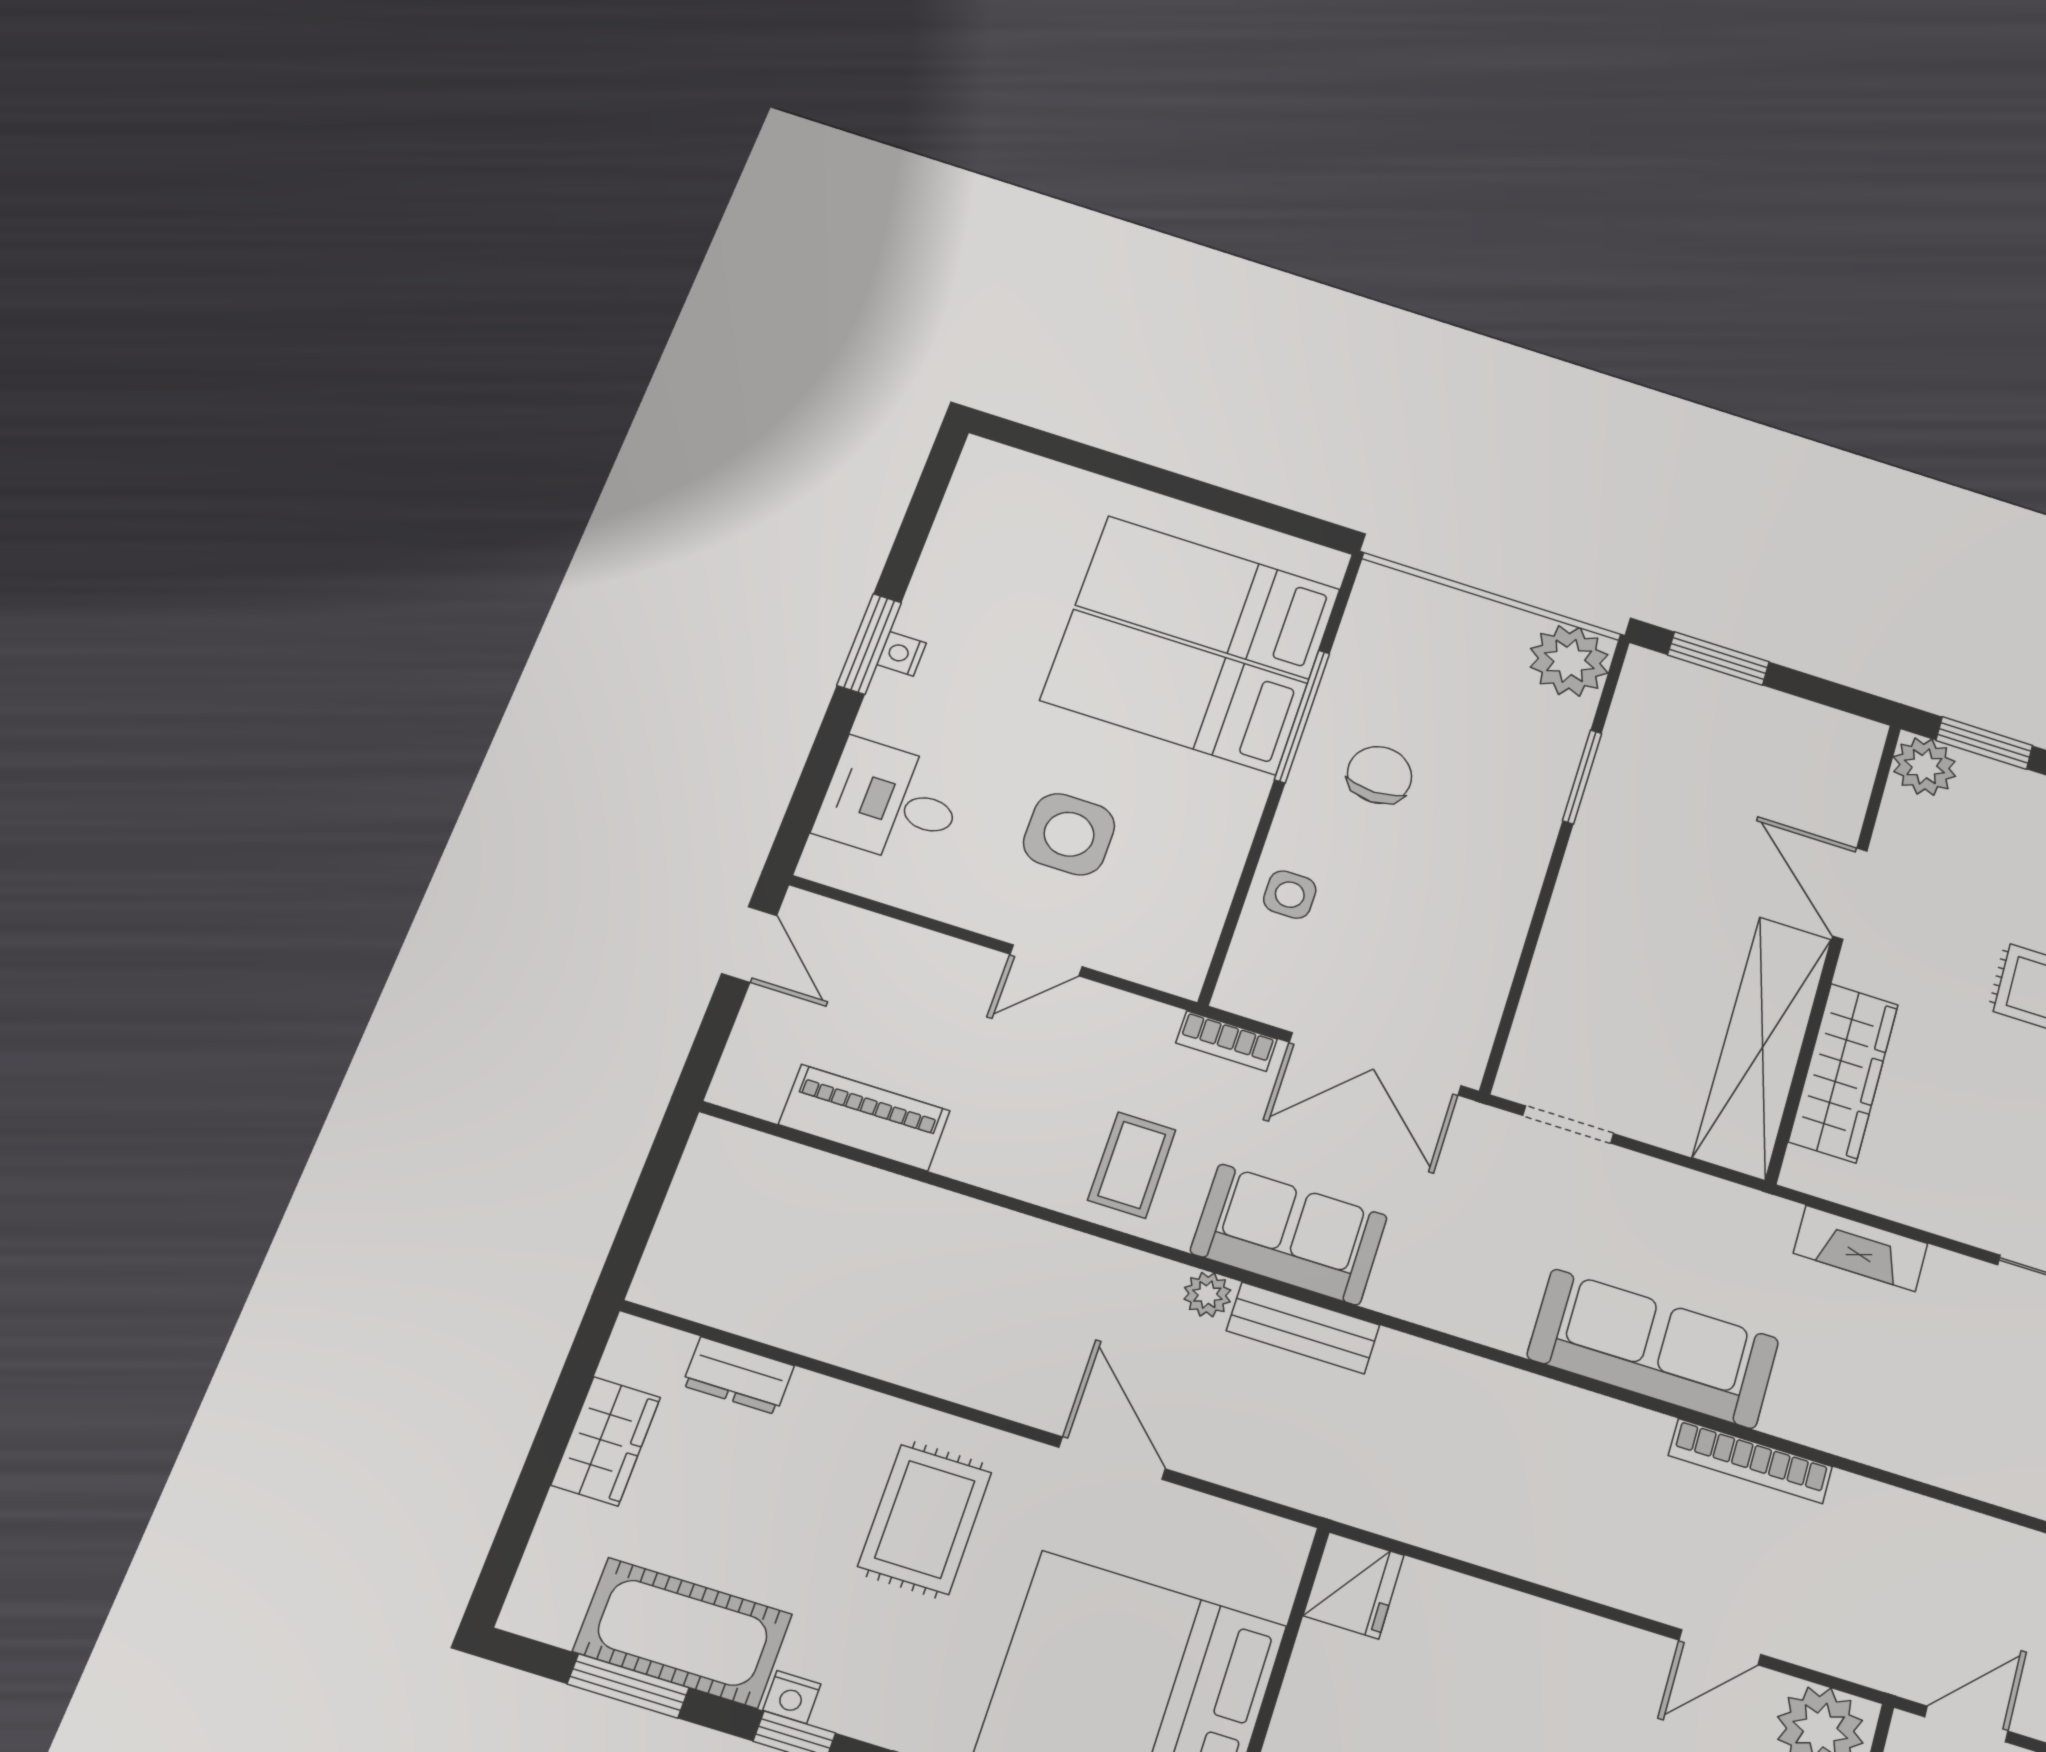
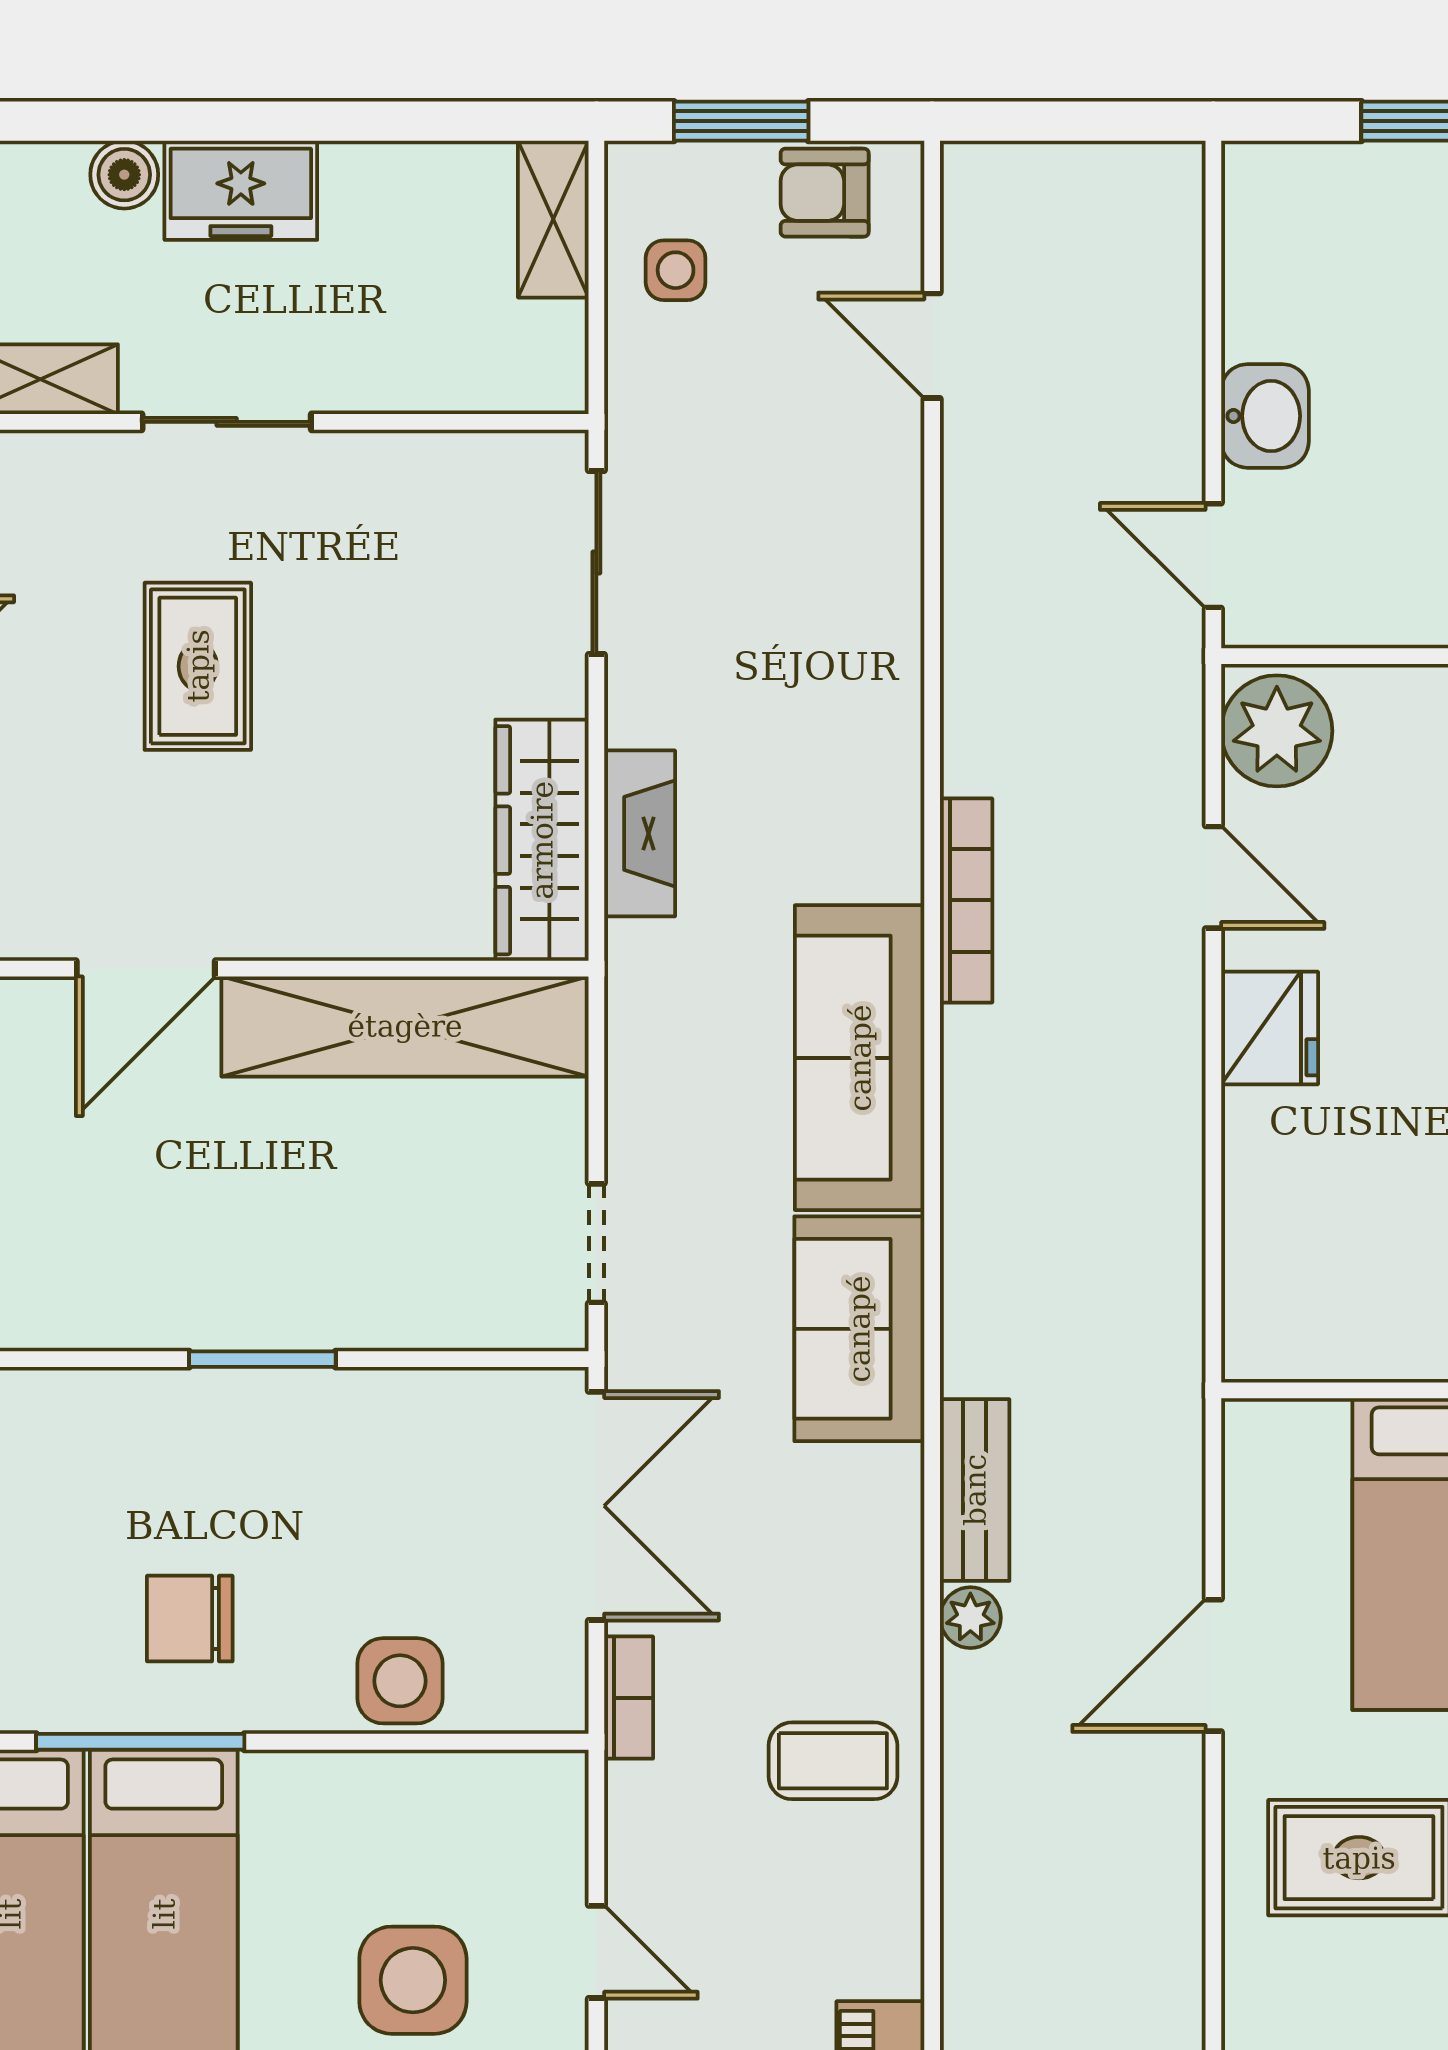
window: (1582, 777) -> (262, 1359), moved
side table: (1290, 895) -> (400, 1681), width x1.37, depth x1.37
wardrobe: (1843, 1073) -> (542, 840), moved, turned -90
sofa: (1289, 1234) -> (859, 1329), moved
fridge: (1354, 1585) -> (1270, 1028), moved, turned 90

